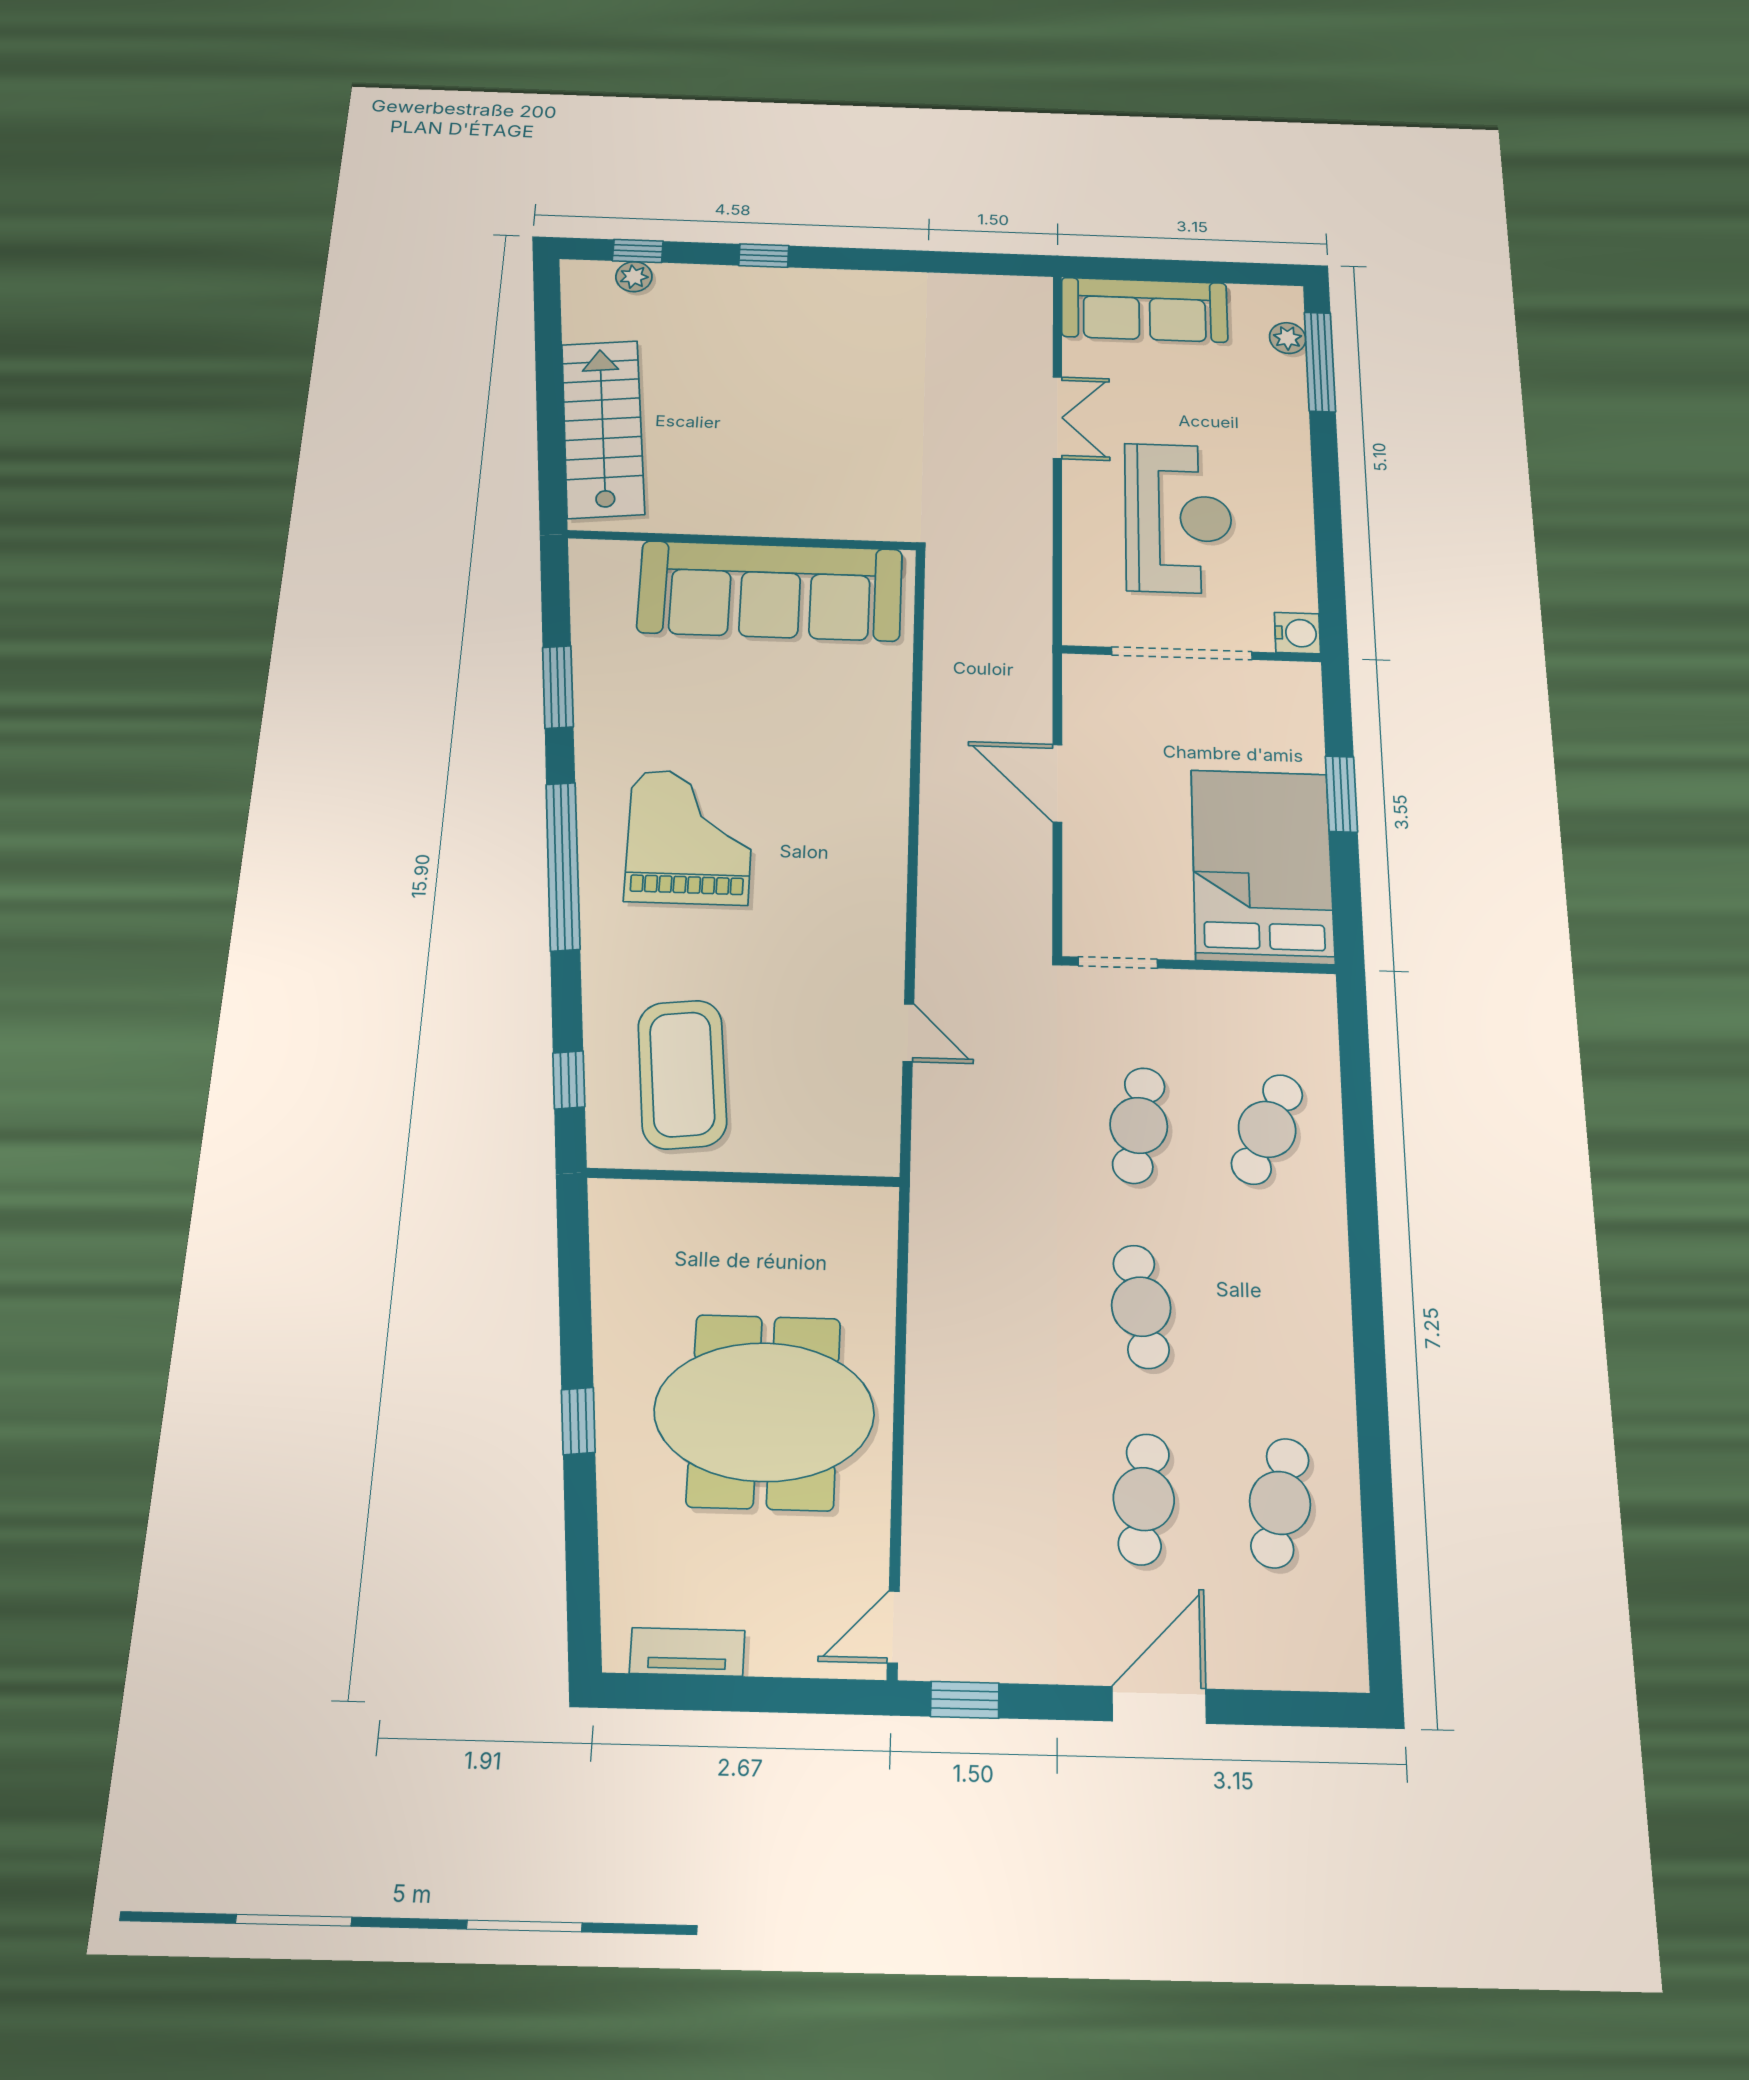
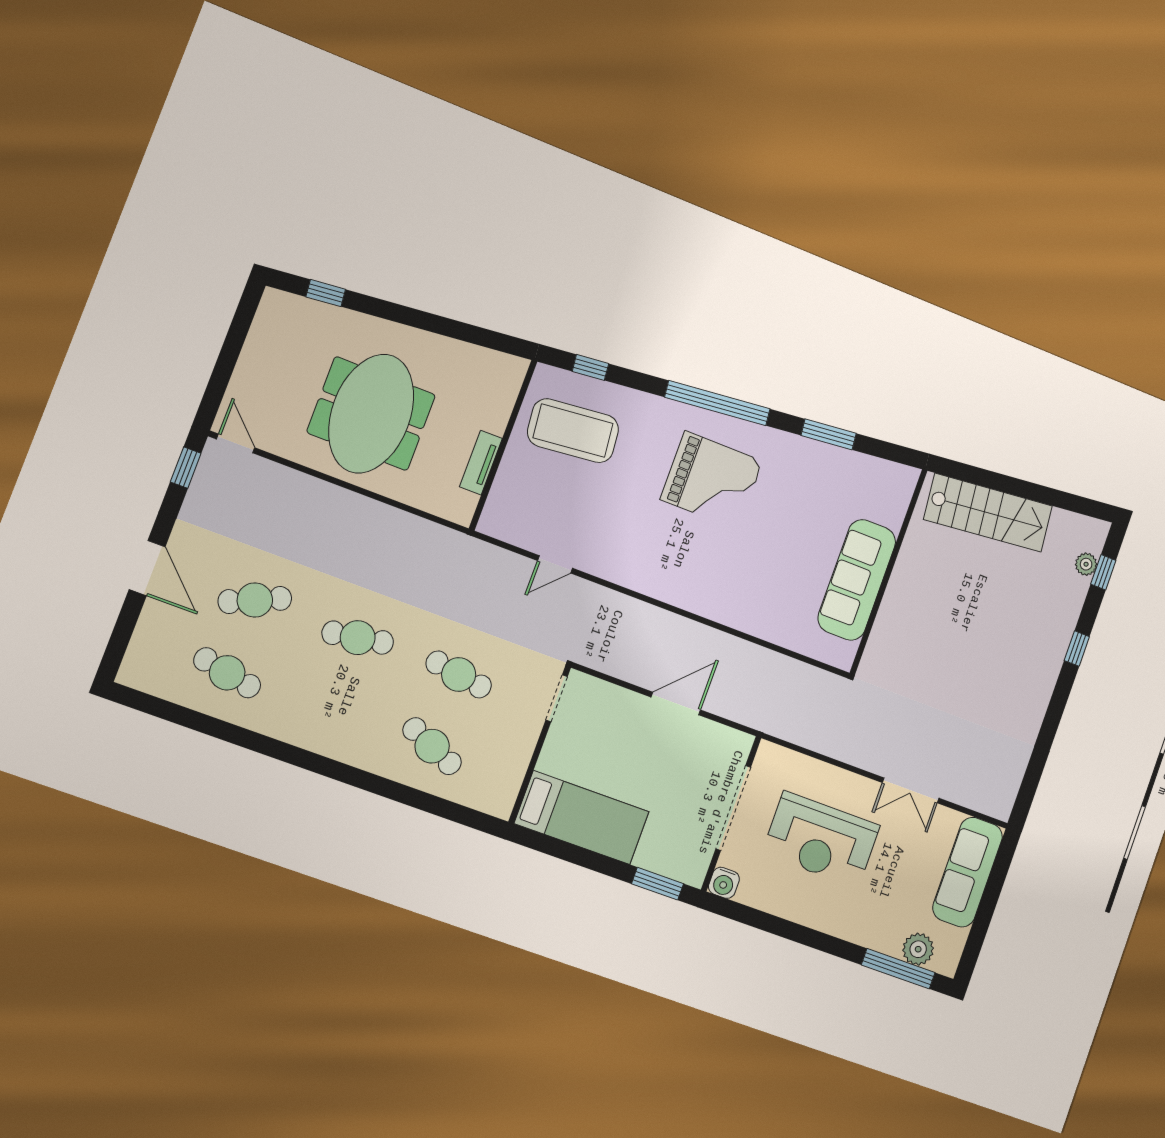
plant: (1288, 338) -> (918, 949), width x1.38, depth x1.38
sofa: (770, 591) -> (857, 580), width x0.74, depth x0.79
window: (1341, 794) -> (658, 884), moved
bed: (1262, 866) -> (582, 818), width x0.67
window: (578, 1421) -> (326, 293), moved
cafe table: (1144, 1499) -> (255, 600), turned -30
tv unit: (687, 1652) -> (481, 463), moved, turned 180

